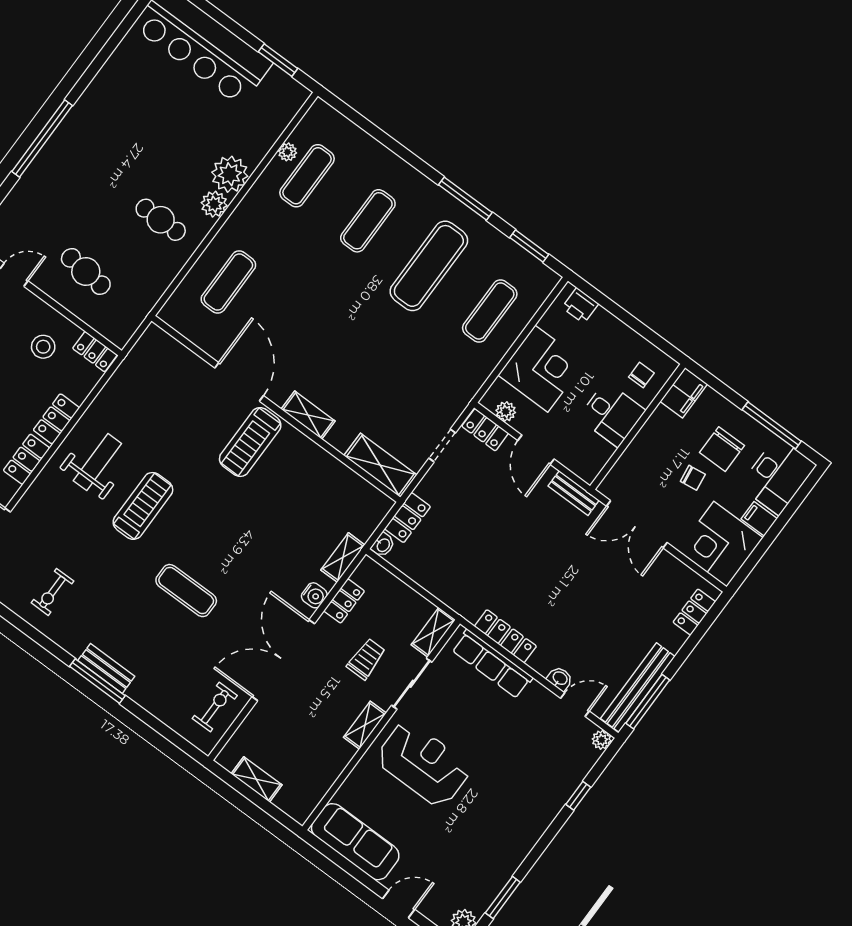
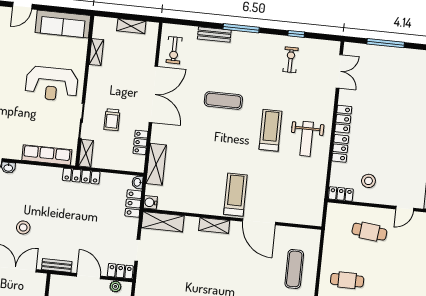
treadmill: (143, 506) -> (270, 130), turned 180
shelving: (343, 557) -> (156, 164), width x1.50, depth x1.33
stool: (590, 578) -> (23, 227), added
water cooler: (314, 595) -> (150, 202), moved
window: (22, 625) -> (296, 34), added
locker: (505, 636) -> (81, 176), moved
bench: (106, 668) -> (214, 35), moved
shelving: (365, 725) -> (96, 52), moved

